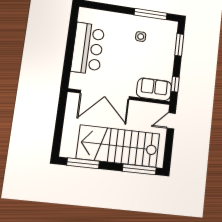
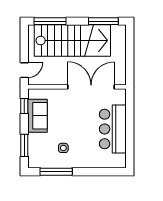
sofa: (154, 89) -> (37, 116), moved, turned -90

